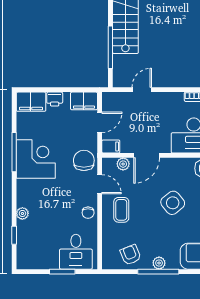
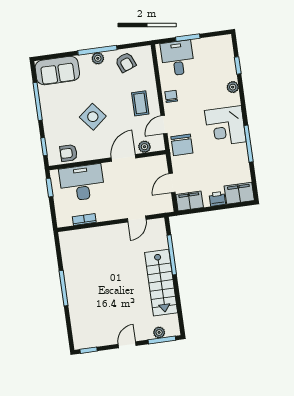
filing cabinet: (111, 146) -> (158, 162), removed
corner desk: (36, 159) -> (225, 126), moved
door: (100, 184) -> (164, 125), hinge flipped

